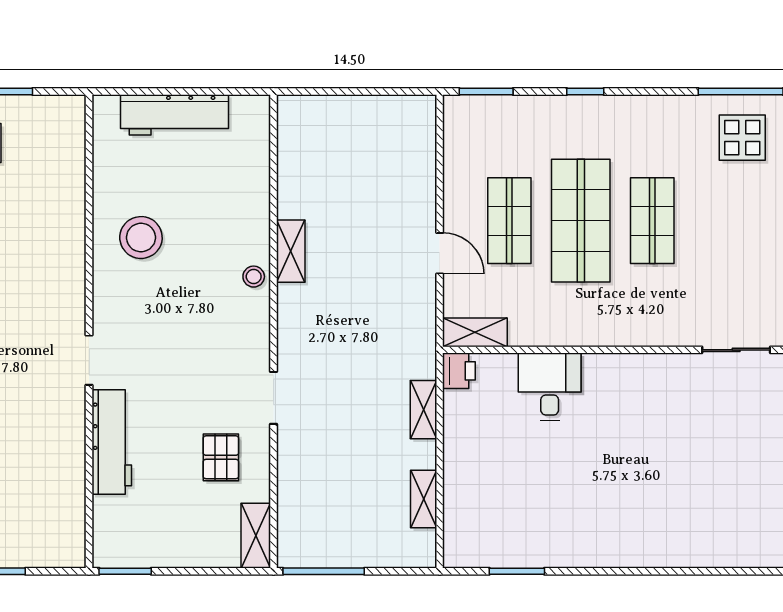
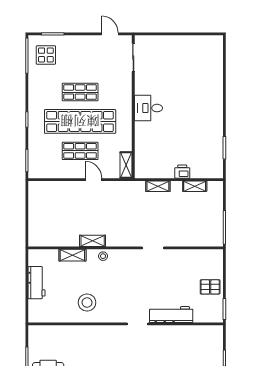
workbench: (175, 115) -> (36, 283), width x0.73
shop shelf: (581, 221) -> (80, 121), width x1.40
door: (440, 253) -> (93, 180), hinge flipped
printer: (459, 371) -> (182, 172), moved
desk: (550, 387) -> (148, 108), moved
pallet: (221, 457) -> (210, 287), moved
shelving: (256, 536) -> (72, 255), moved

